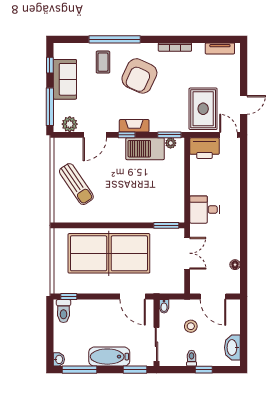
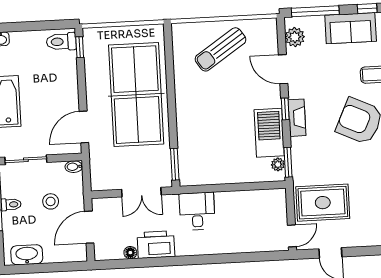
printer: (205, 148) -> (156, 245), moved, turned 90

